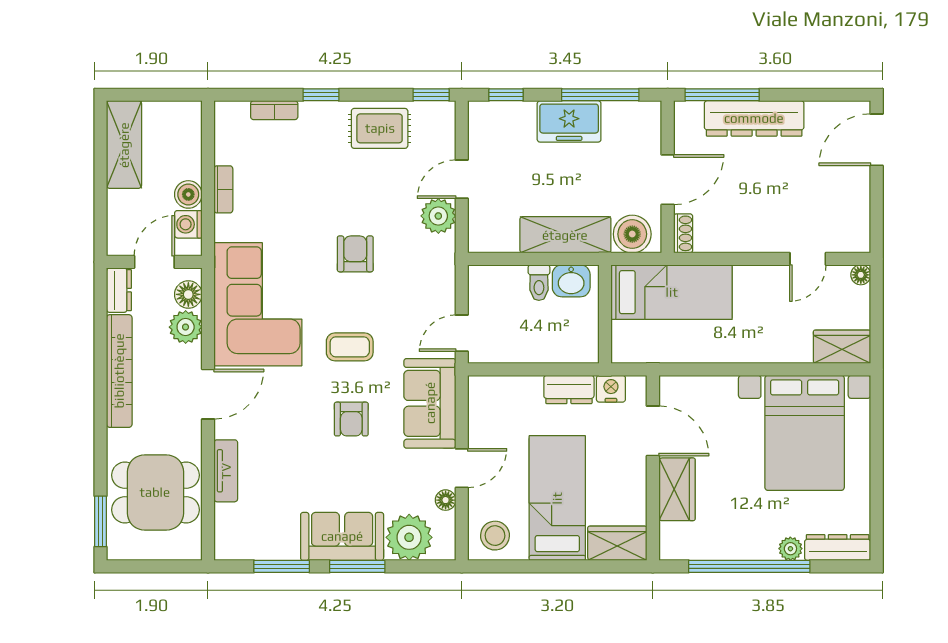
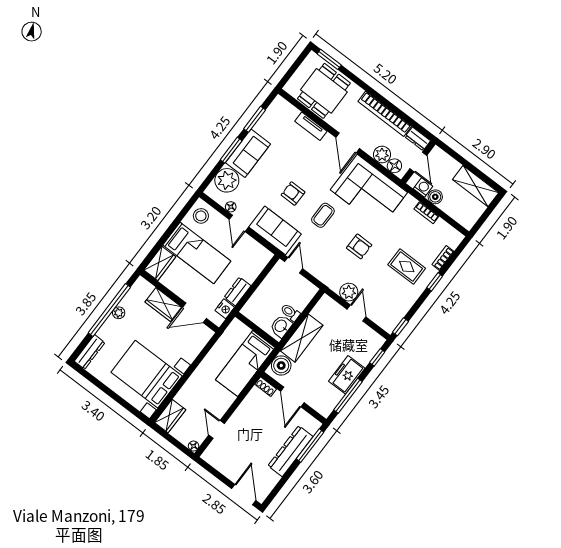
rug: (380, 128) -> (407, 267), moved, turned 90
plant: (790, 549) -> (119, 313), moved

